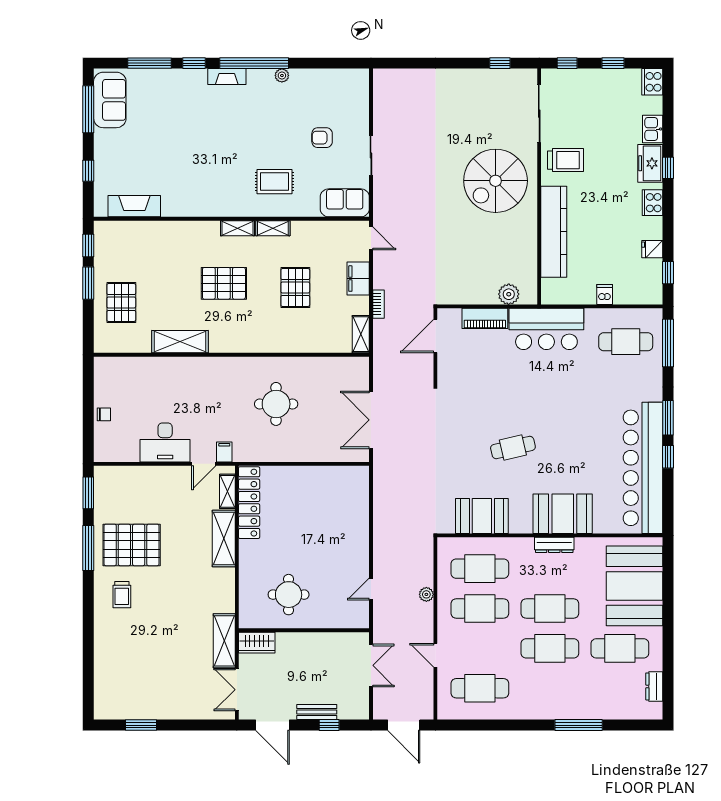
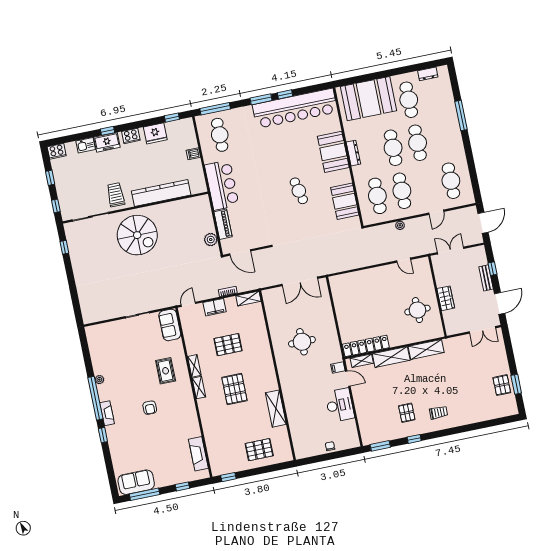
window: (149, 63) -> (109, 462), removed
armchair: (322, 138) -> (150, 408), moved
fridge: (652, 249) -> (155, 133), width x1.88, depth x1.34
window: (88, 283) -> (251, 472), removed
plant: (509, 294) -> (211, 240), moved
pallet: (132, 545) -> (407, 413), width x0.49, depth x0.50
window: (88, 548) -> (414, 439), width x0.46
shelving: (224, 641) -> (426, 349), moved
wardrobe: (257, 643) -> (446, 298), moved
pallet: (144, 702) -> (502, 385), added

